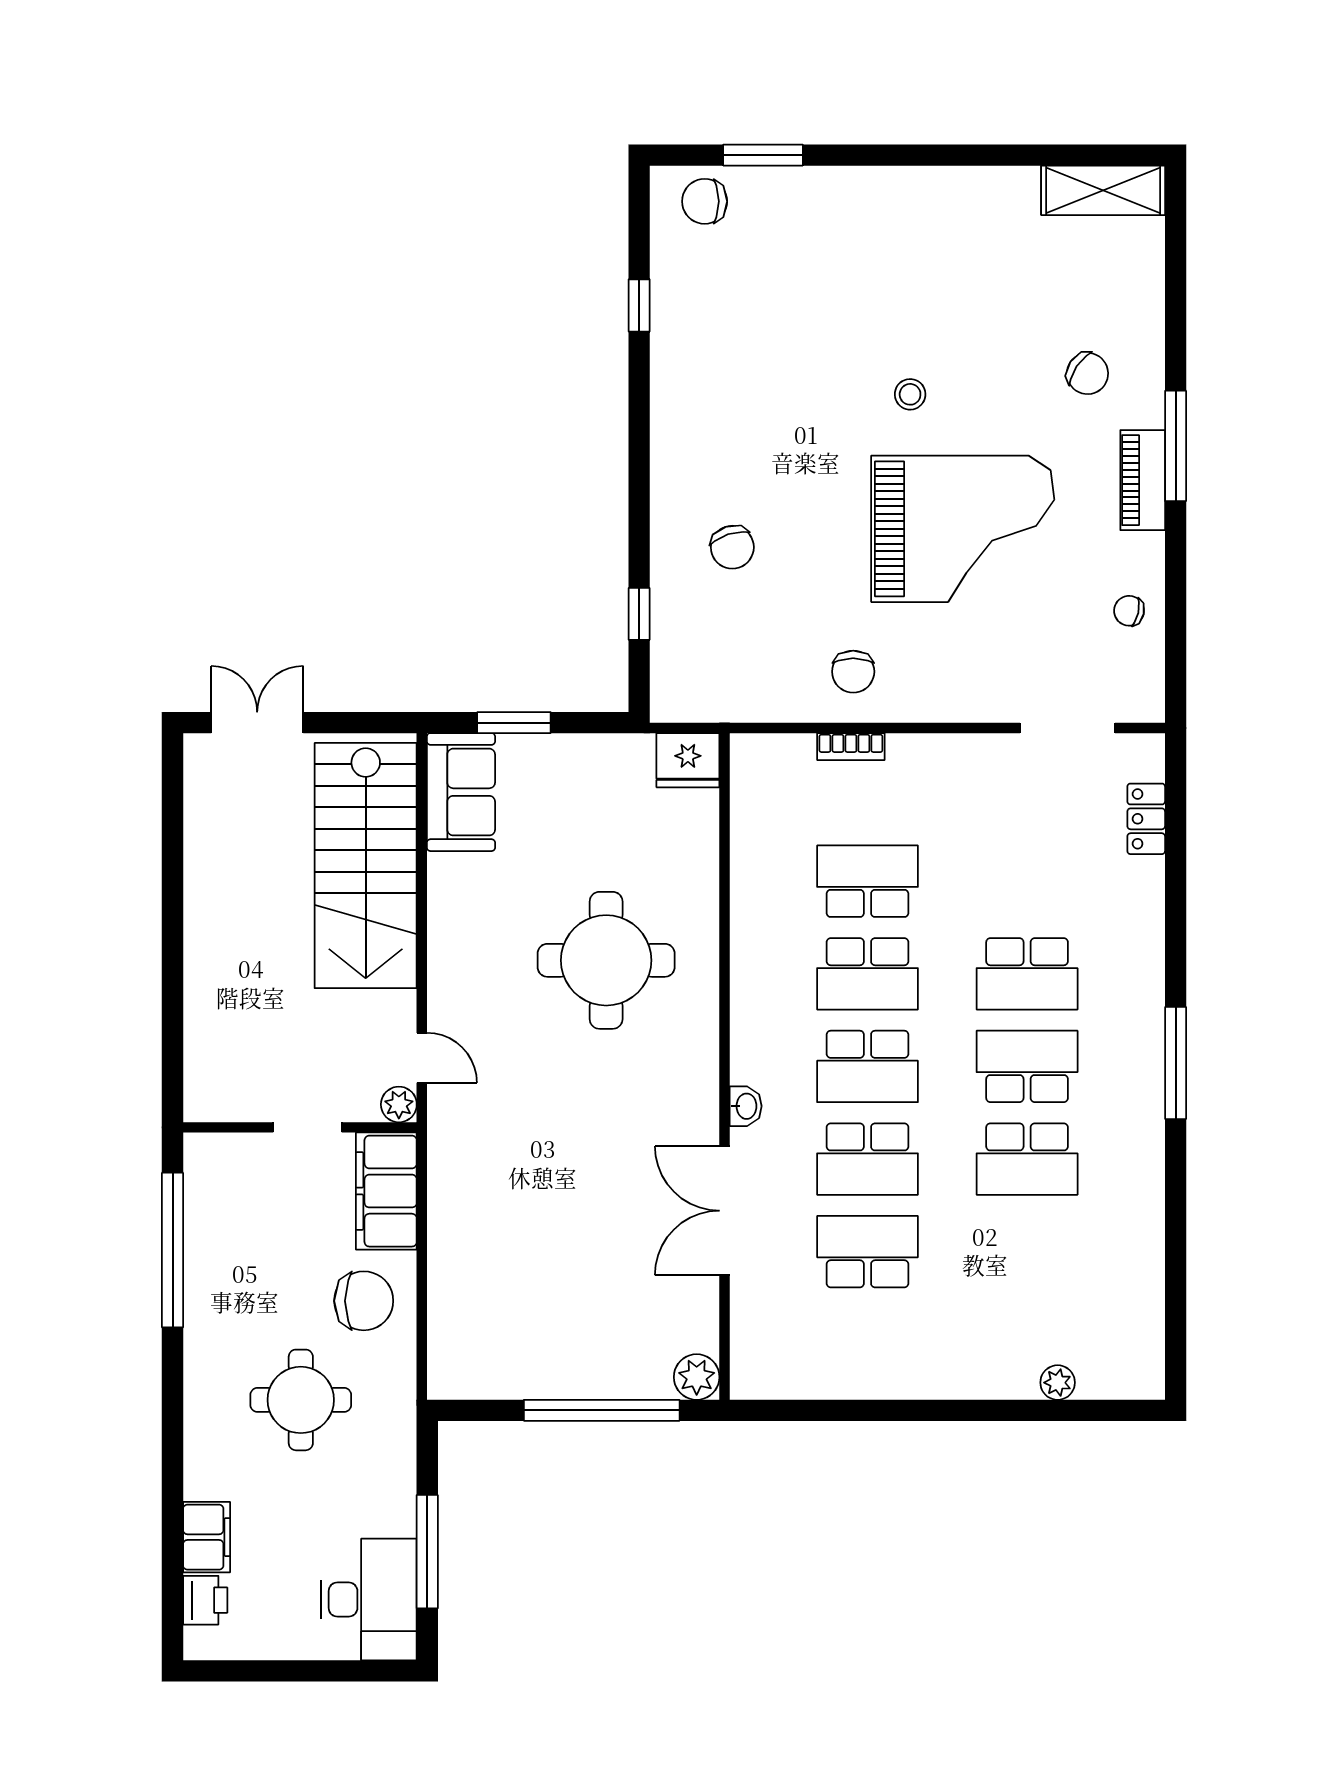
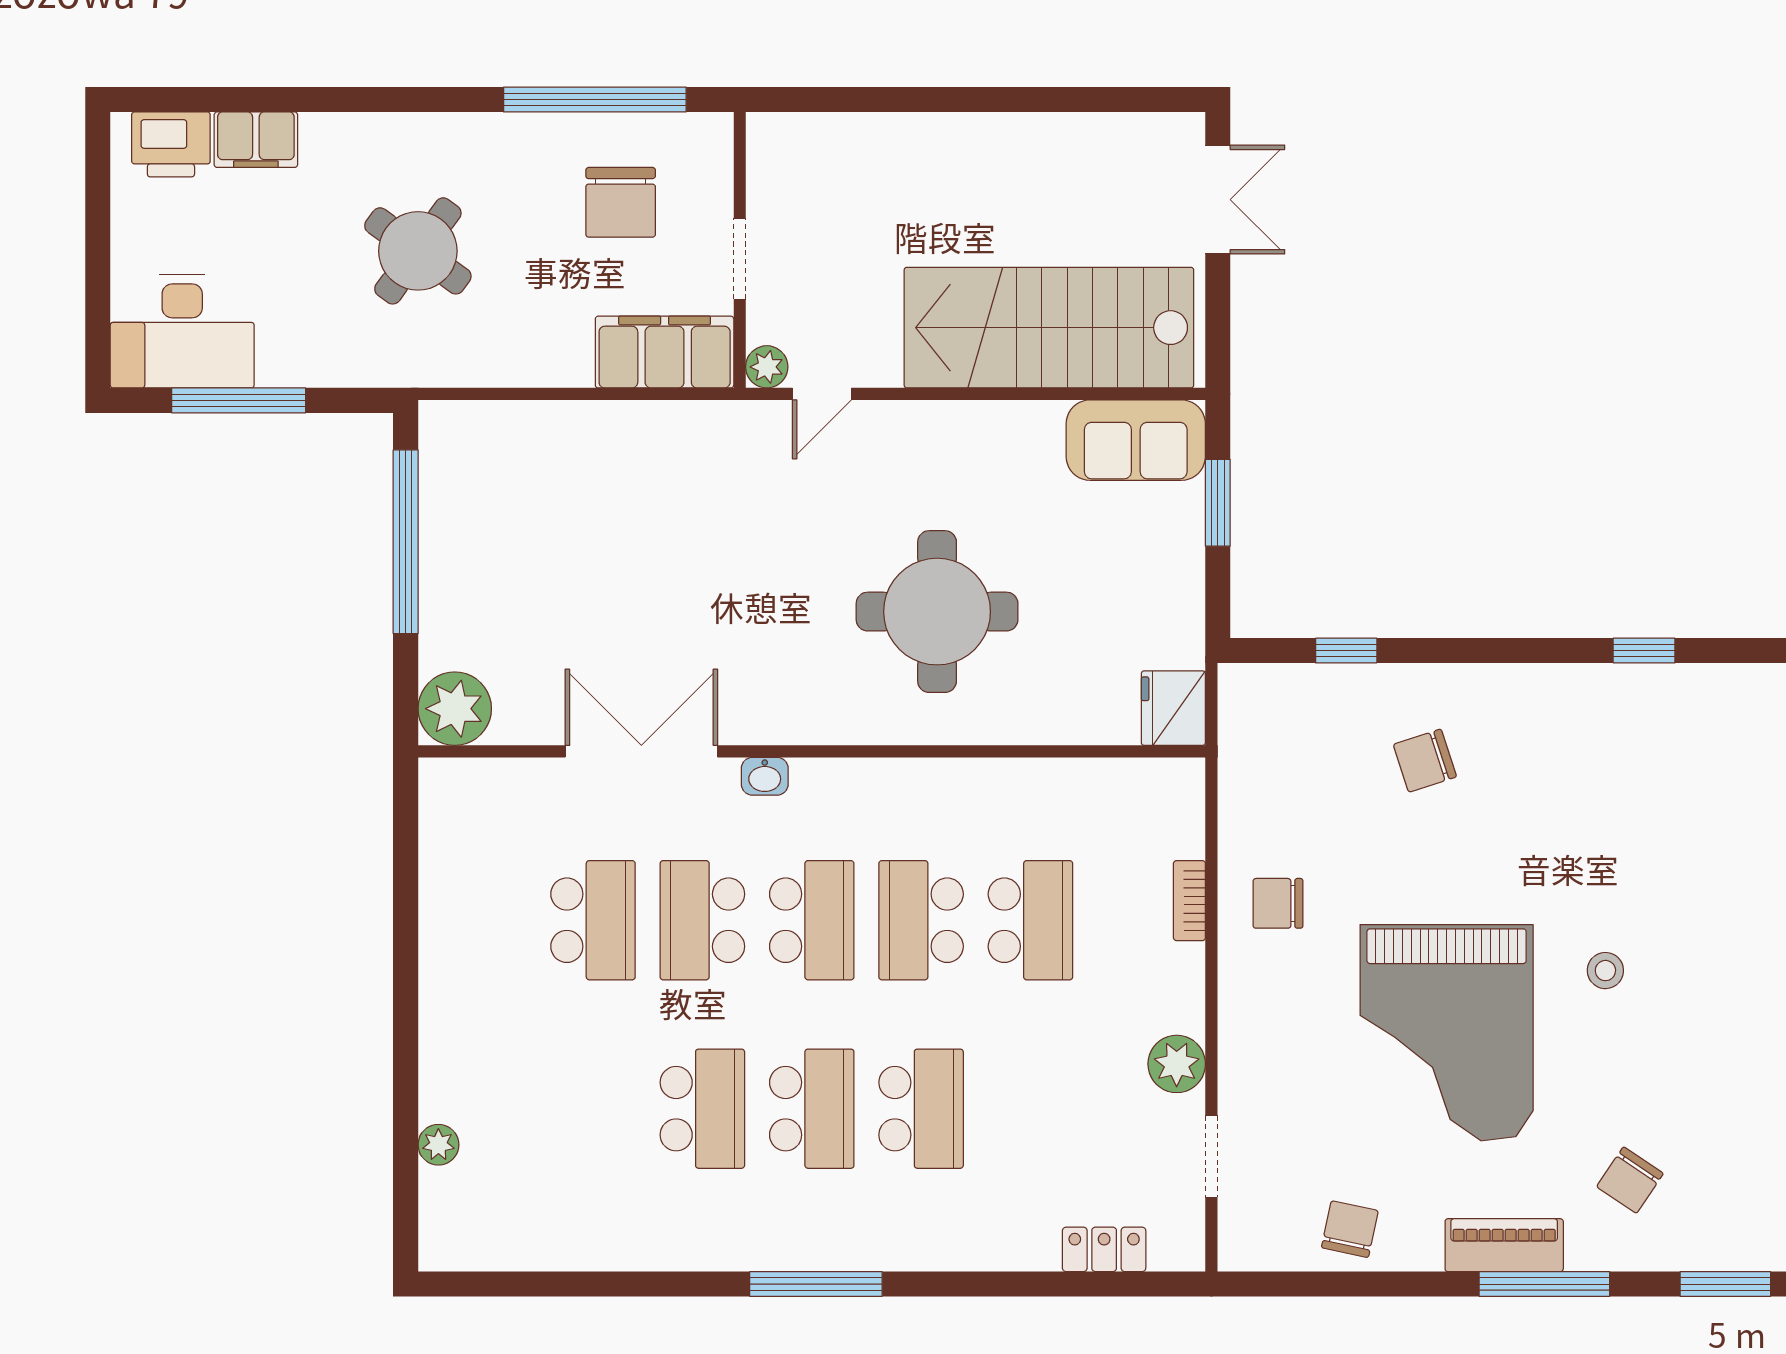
window: (1176, 293) -> (1725, 1284), added
window: (639, 305) -> (1644, 651), moved
chair: (1129, 611) -> (1350, 1229), width x1.37, depth x1.37
doorway: (1067, 728) -> (1211, 1156), width x0.73
plant: (989, 757) -> (1177, 1064), added
school desk: (1027, 974) -> (921, 1109), turned 180
school desk: (867, 1066) -> (812, 920), turned 180
school desk: (1027, 1159) -> (702, 1109), turned 180
chair: (364, 1301) -> (621, 202), moved
plant: (697, 1377) -> (455, 709), width x1.36, depth x1.36
round table: (301, 1400) -> (418, 251), turned 36
window: (602, 1410) -> (406, 542), moved
printer: (205, 1600) -> (171, 144), width x1.36, depth x1.24

